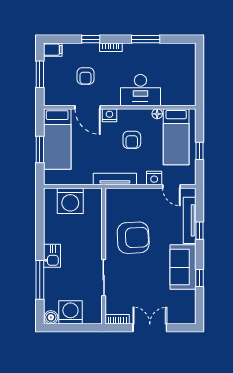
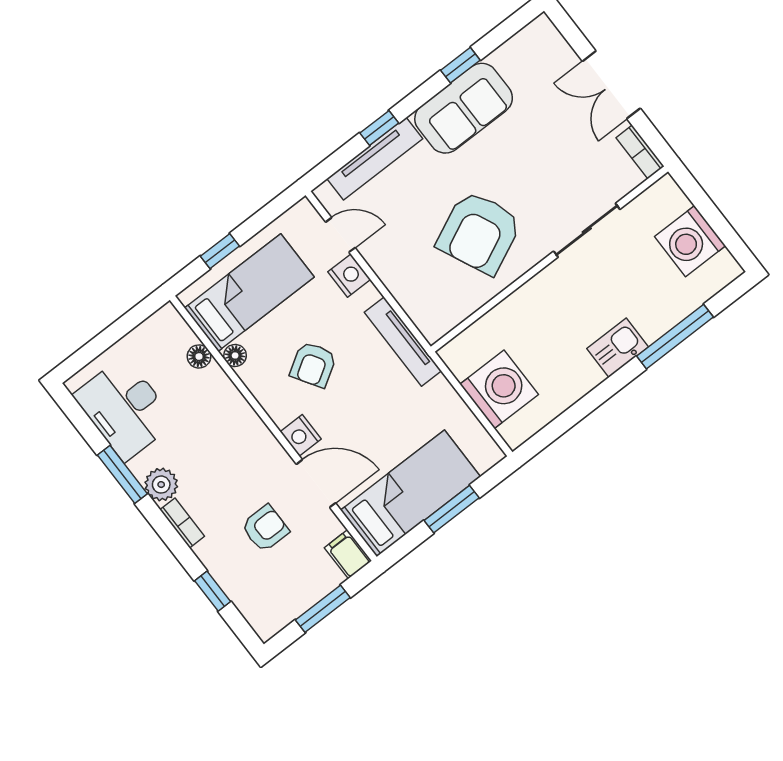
window: (91, 39) -> (213, 591), moved
filing cabinet: (53, 50) -> (348, 554), moved
plant: (131, 50) -> (161, 485), added
desk: (140, 90) -> (125, 409), moved, turned 180
floor lamp: (167, 100) -> (199, 356), added
door: (88, 107) -> (316, 484), hinge flipped
armchair: (132, 140) -> (313, 365), turned 148
window: (200, 151) -> (220, 251), moved
door: (171, 186) -> (340, 235), hinge flipped
armchair: (133, 238) -> (479, 233), turned -112
boiler: (51, 317) -> (725, 268), removed

